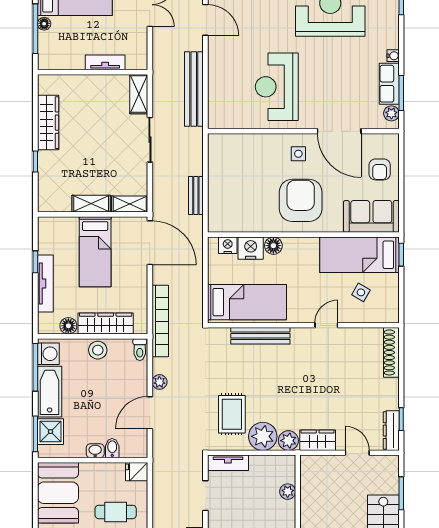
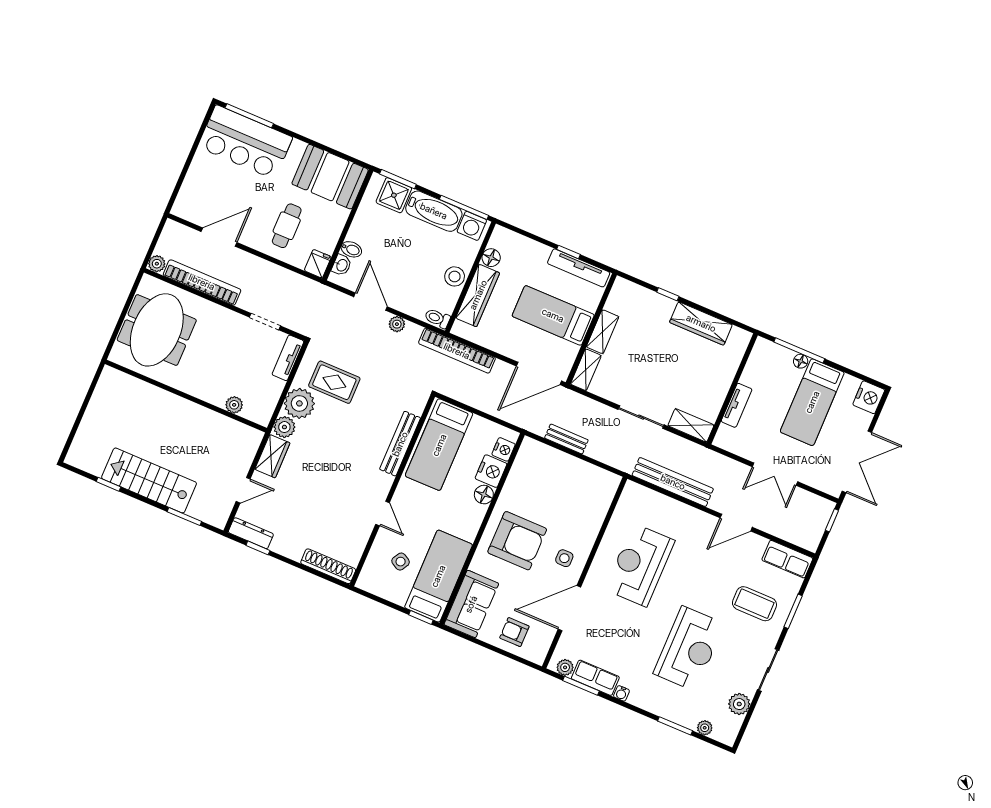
reception desk: (277, 87) -> (640, 565), turned -90
tv unit: (45, 284) -> (579, 268), moved
washbasin: (95, 451) -> (342, 265), moved

